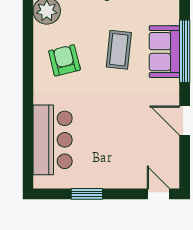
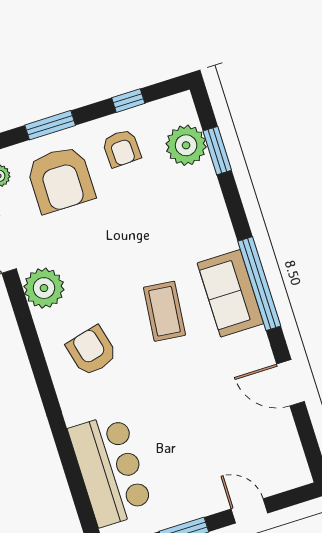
door: (158, 194) -> (249, 511), moved

